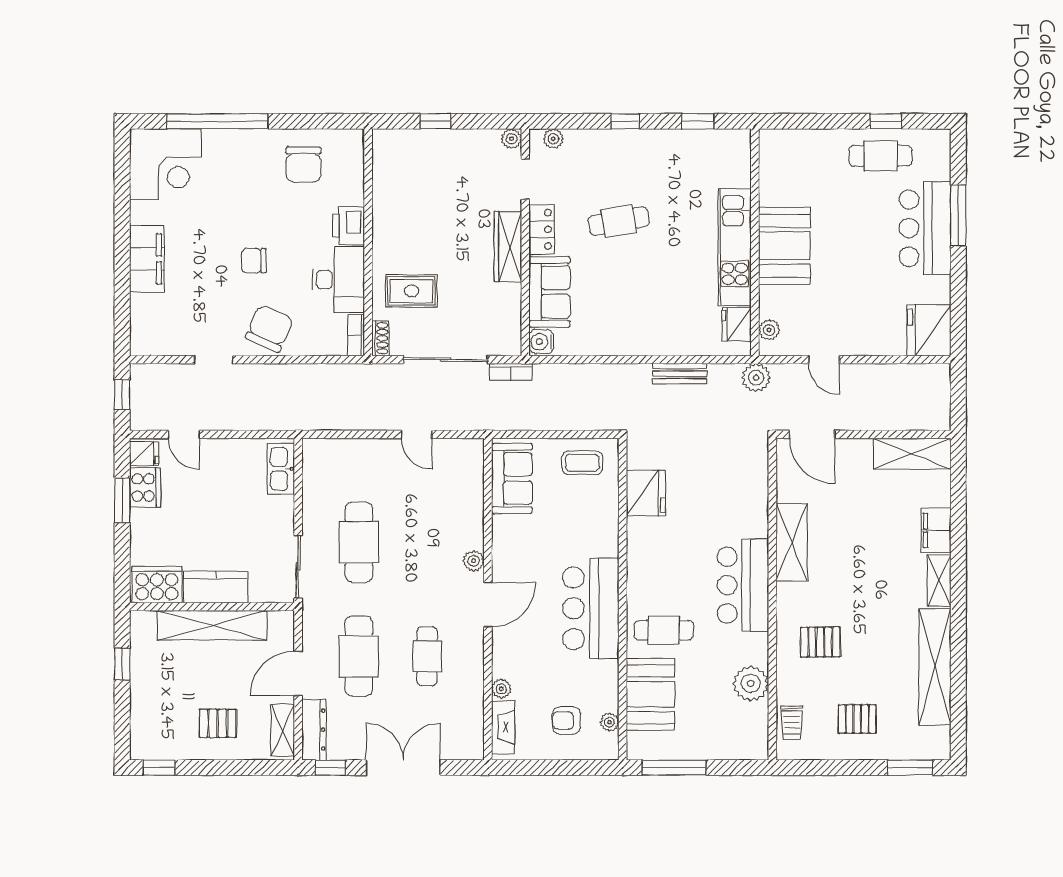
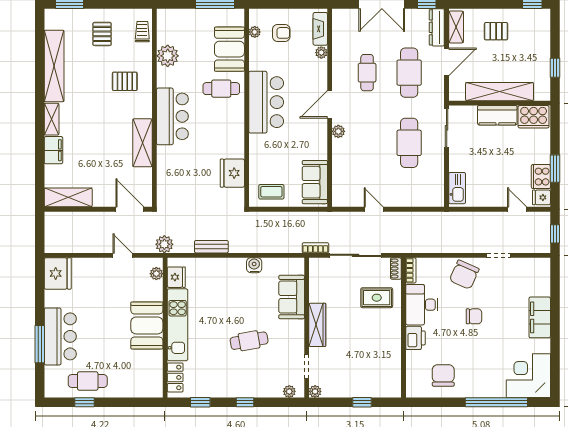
locker: (542, 229) -> (175, 377), moved, turned 180
water cooler: (541, 342) -> (254, 265), moved, turned -90
pallet: (857, 719) -> (102, 34), turned 90

